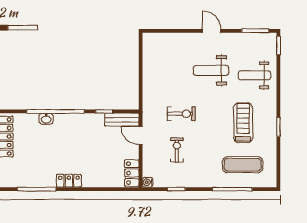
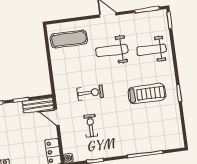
treadmill: (243, 123) -> (147, 94), turned 90
exercise mat: (243, 165) -> (69, 39), moved

